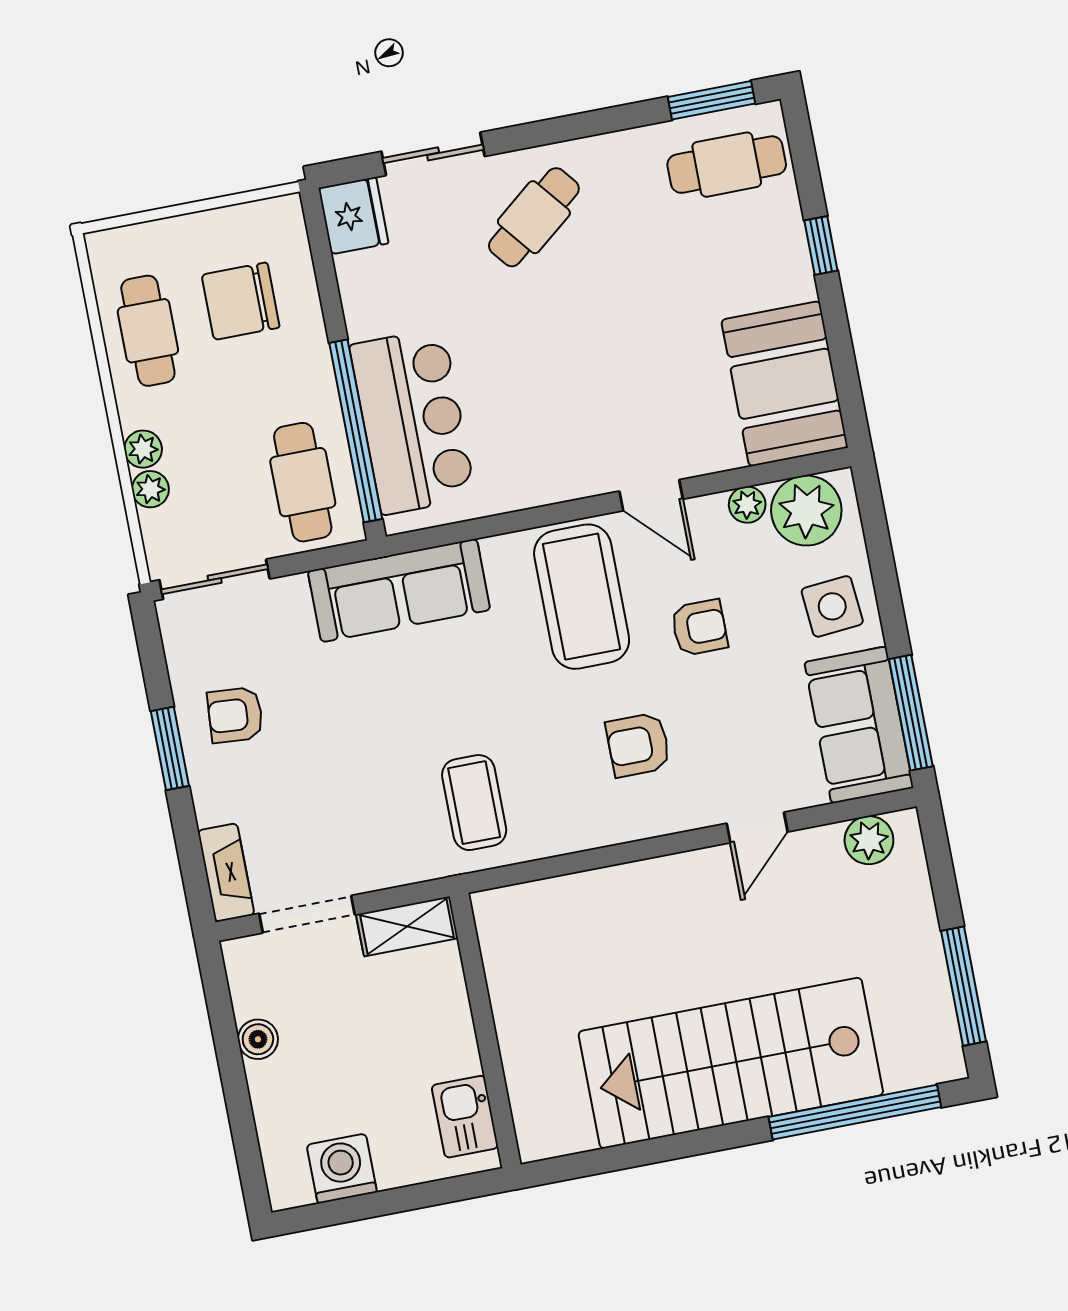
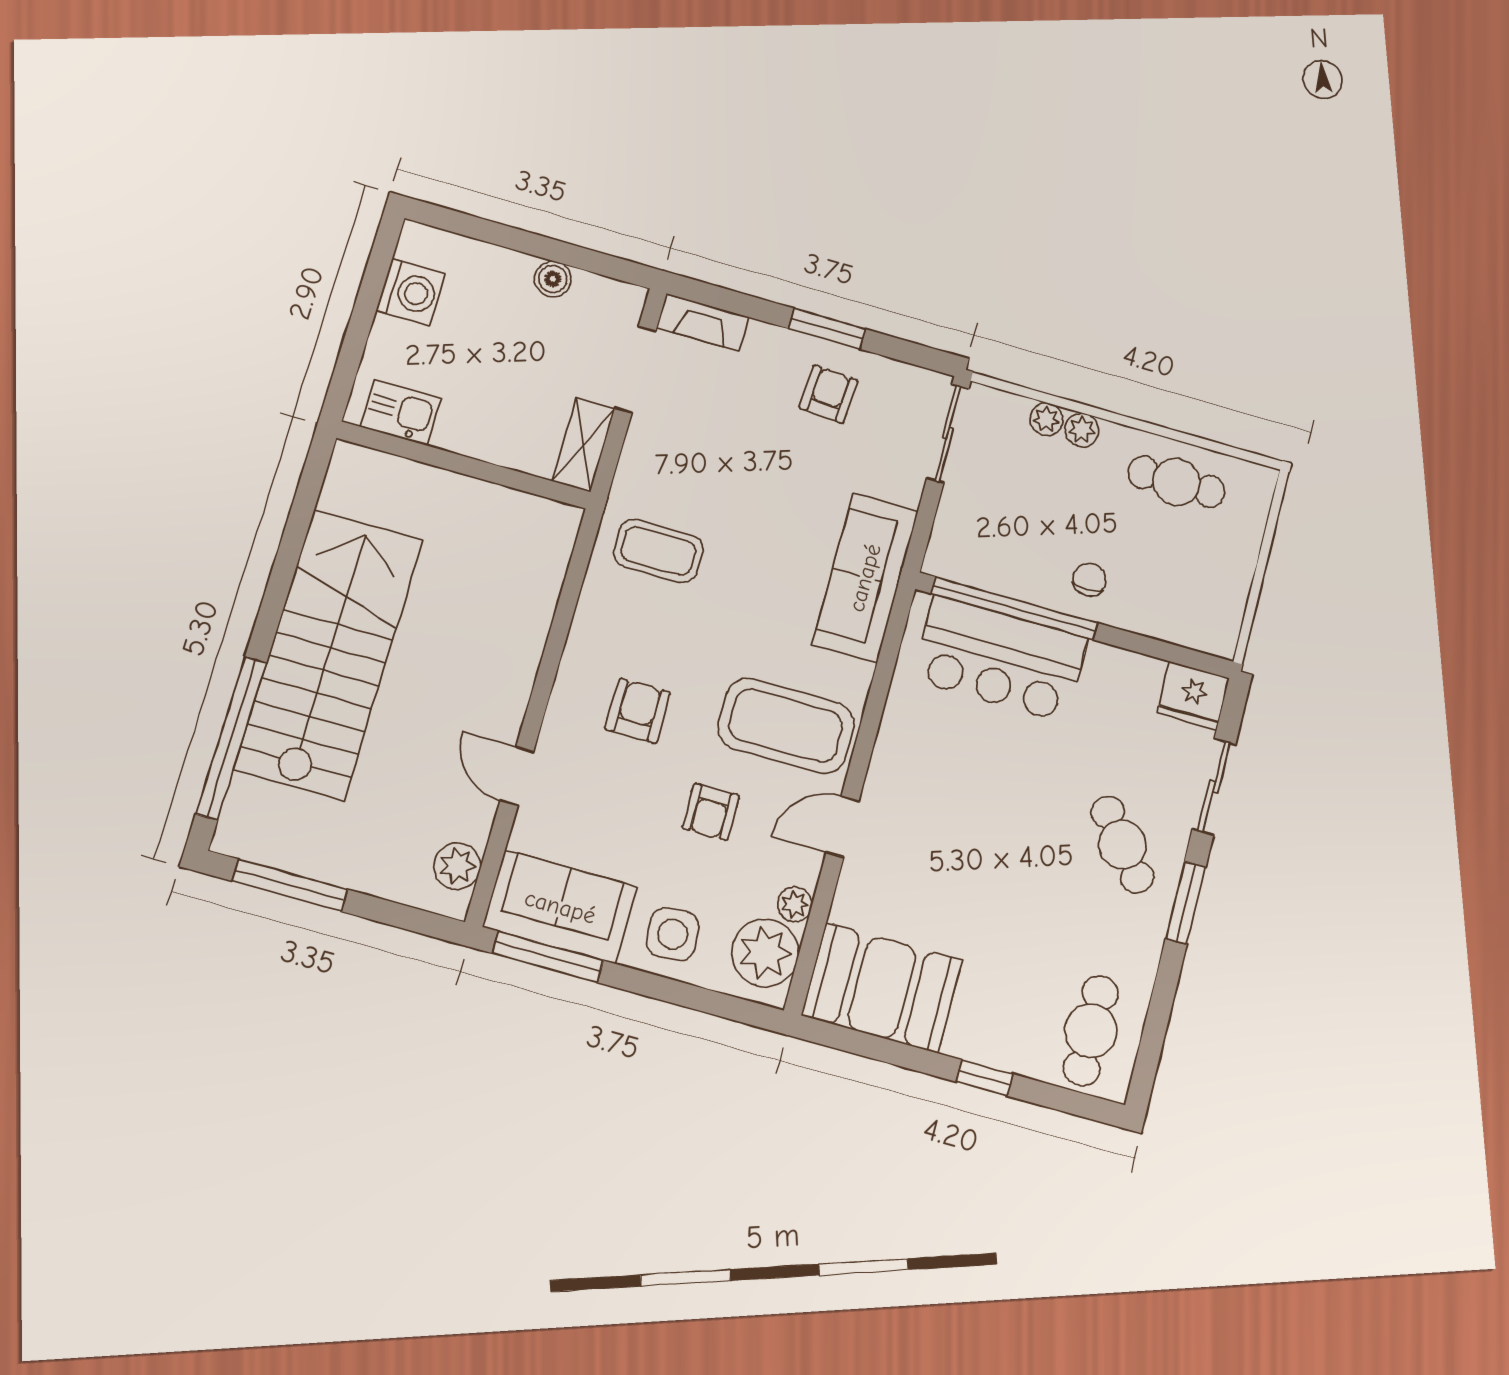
window: (711, 100) -> (1186, 903), moved
chair: (241, 301) -> (1089, 580), moved, width x0.54, depth x0.54
cafe table: (303, 482) -> (993, 544), removed

